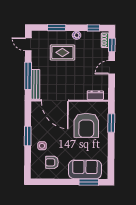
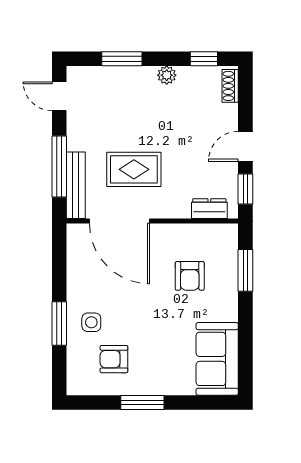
window: (112, 45) -> (245, 189), moved
rug: (62, 53) -> (134, 169), moved
armchair: (86, 125) -> (190, 276), width x0.53, depth x0.53
window: (28, 136) -> (59, 323), moved
sofa: (85, 169) -> (217, 359), moved, turned -90
window: (89, 182) -> (142, 402), moved

